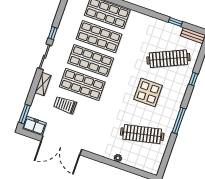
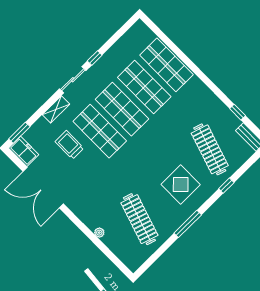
clothes rail: (168, 59) -> (210, 149), turned 42
display table: (148, 92) -> (181, 184), moved
clothes rail: (142, 134) -> (139, 219), turned 30

